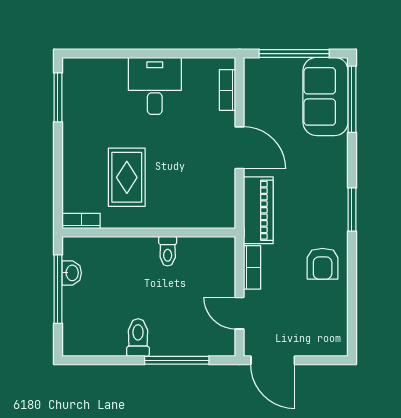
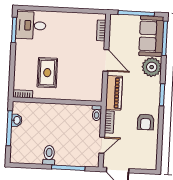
desk: (155, 86) -> (31, 25), moved, turned -90
plant: (329, 157) -> (152, 67), added
toilet: (168, 251) -> (97, 113), moved
door: (240, 313) -> (102, 145), swing flipped

